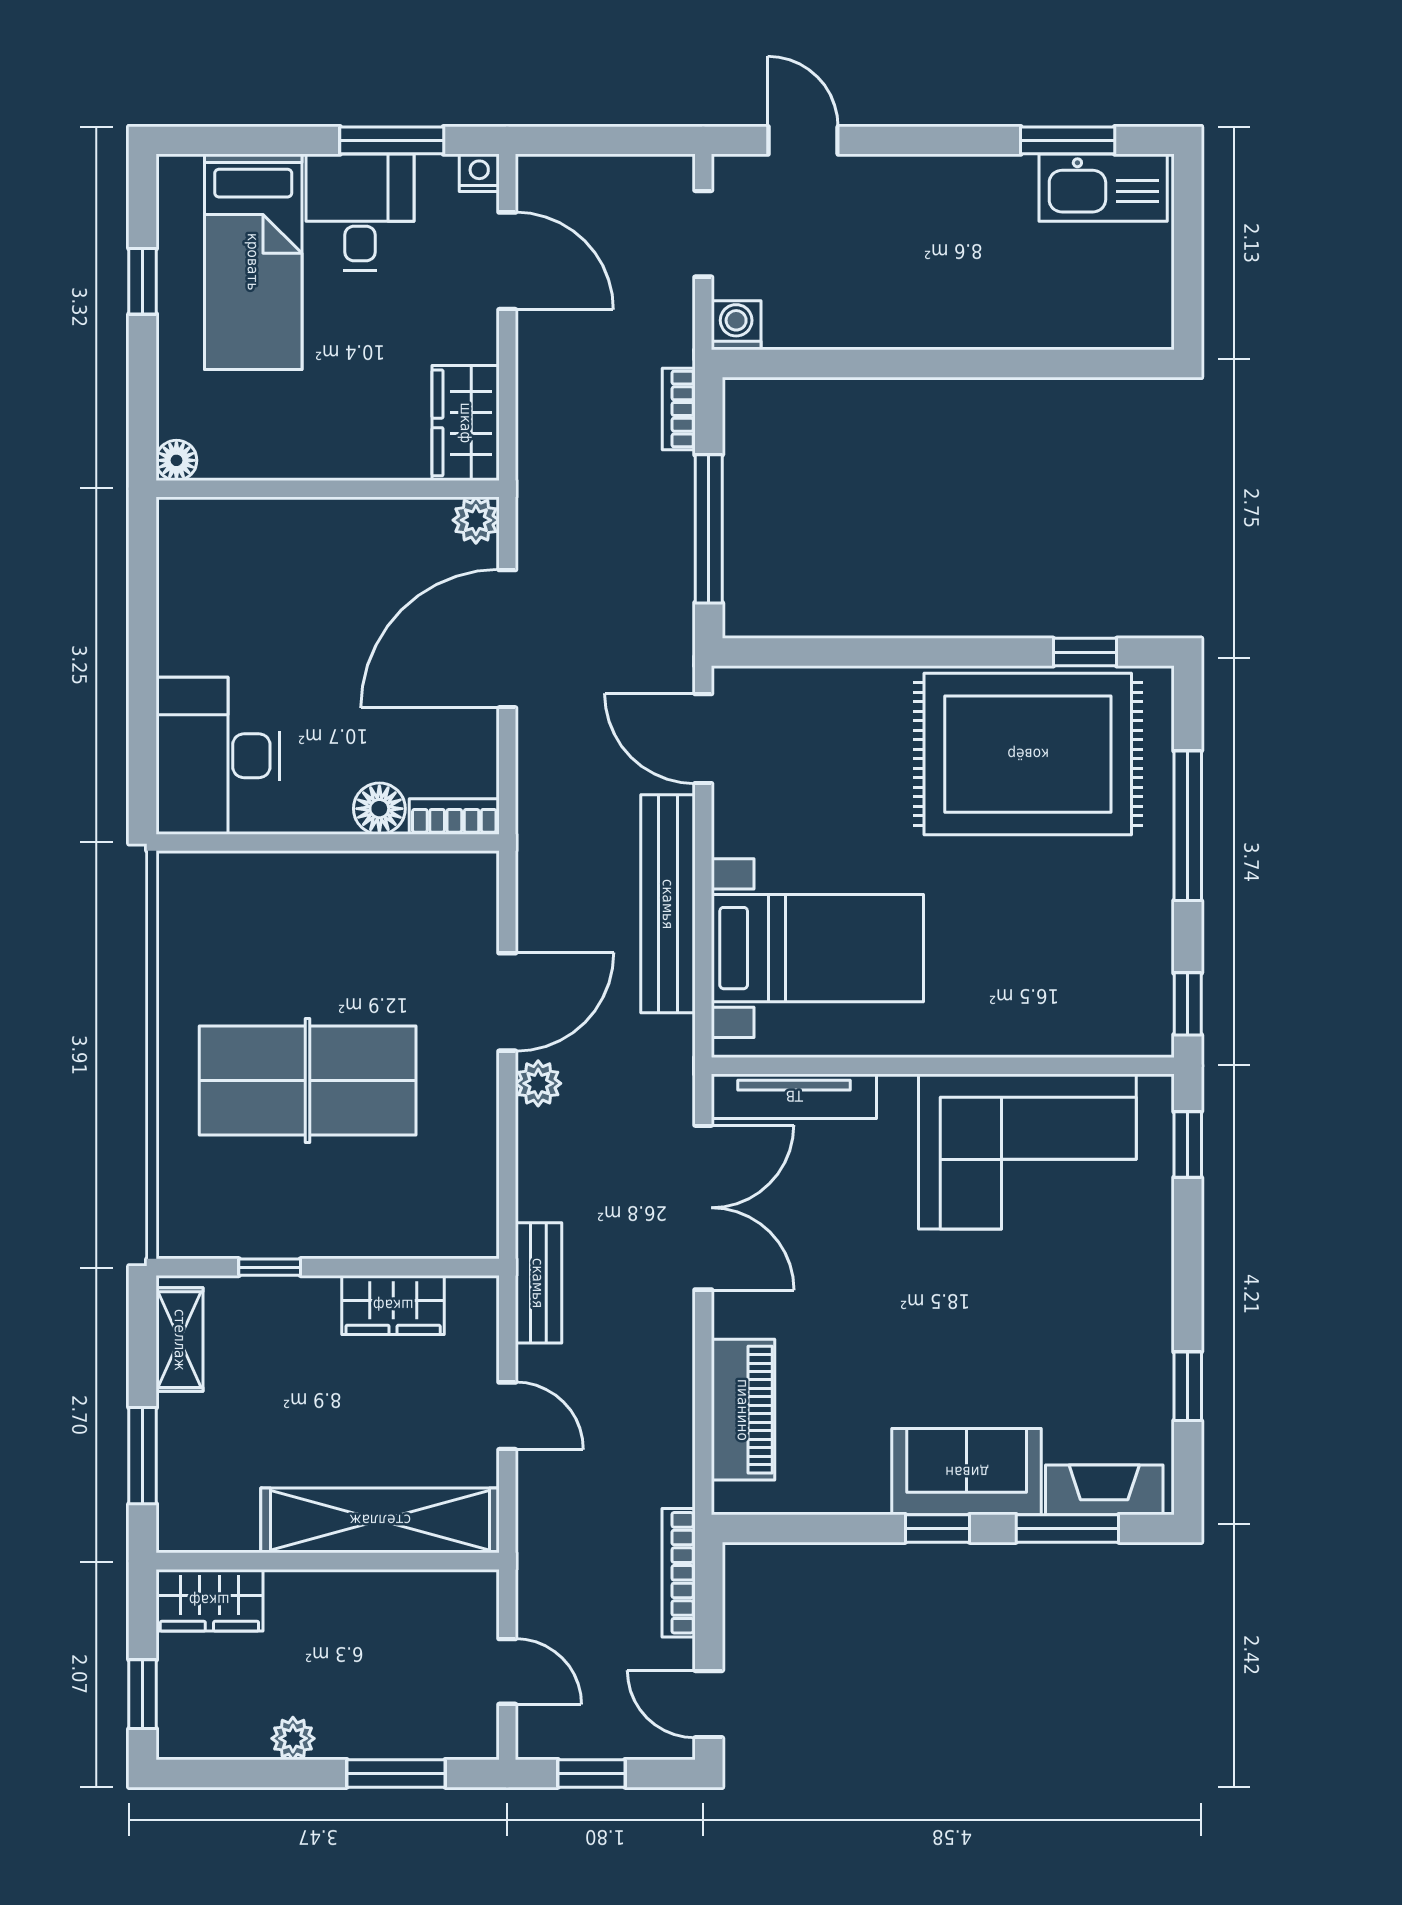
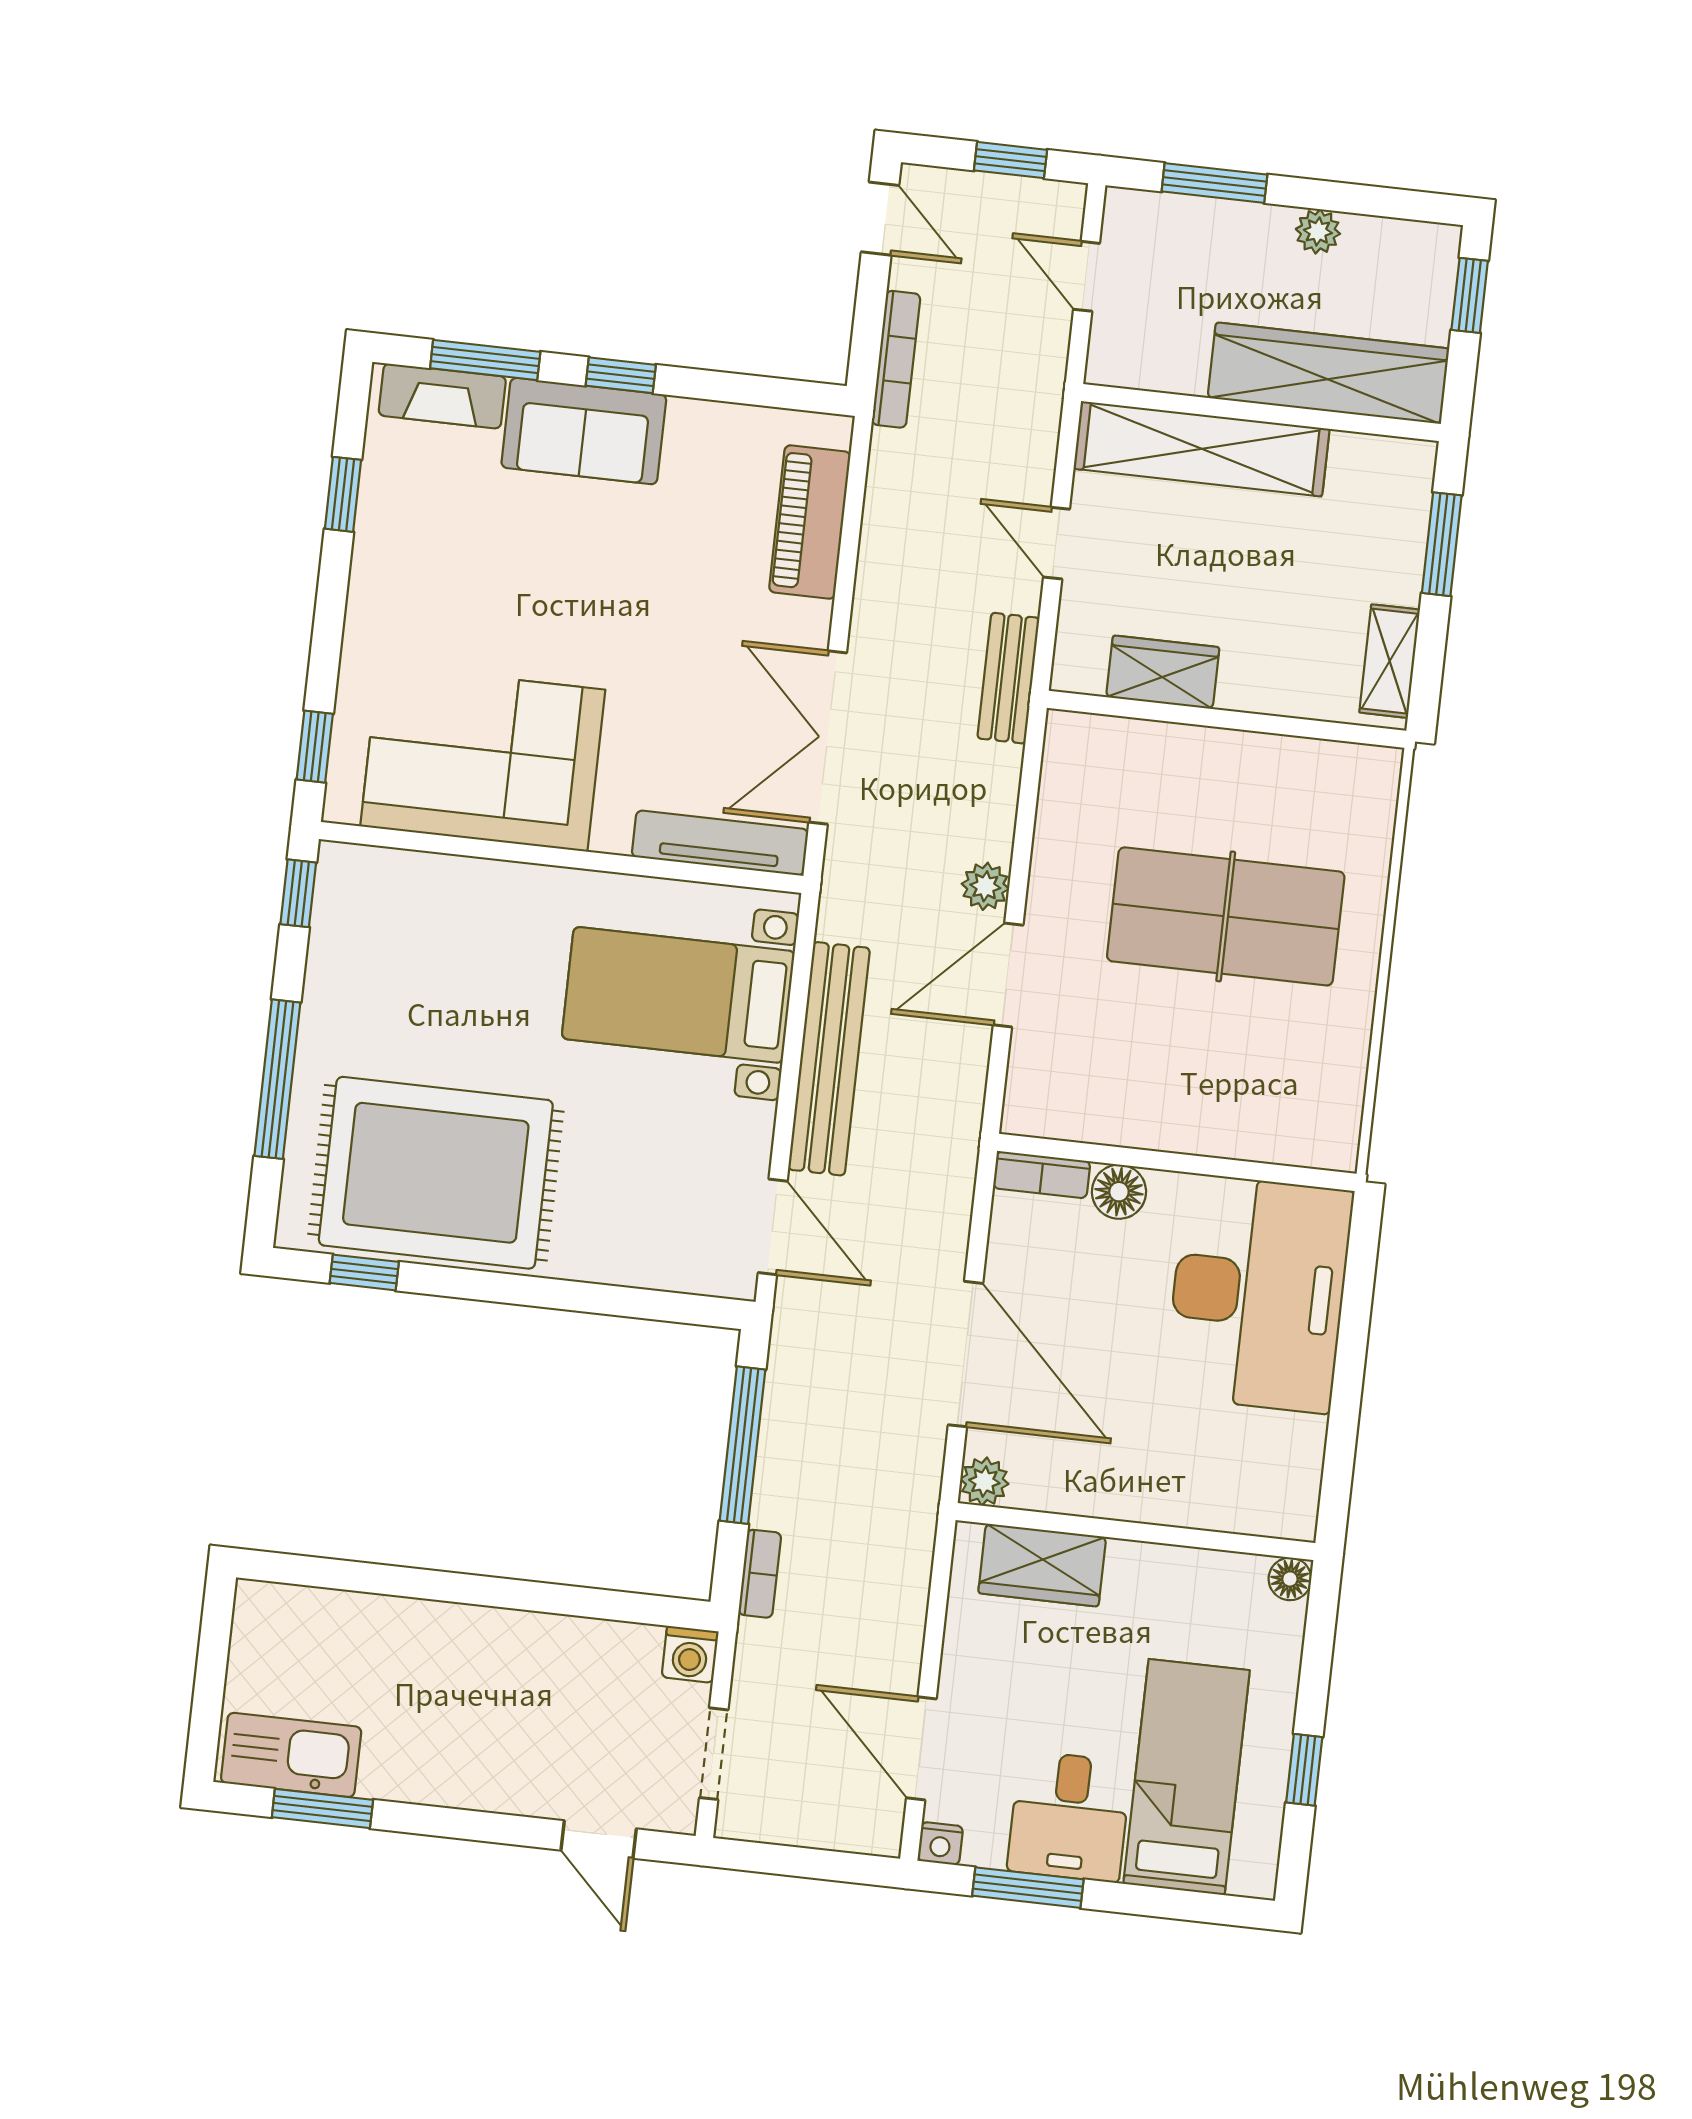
wardrobe: (466, 423) -> (1042, 1565), moved, turned 90
door: (507, 639) -> (966, 1354), hinge flipped
desk: (218, 756) -> (1258, 1294), width x1.36, depth x1.30
window: (270, 1267) -> (1287, 726), removed
wardrobe: (209, 1600) -> (1328, 373), width x2.10, depth x1.17

